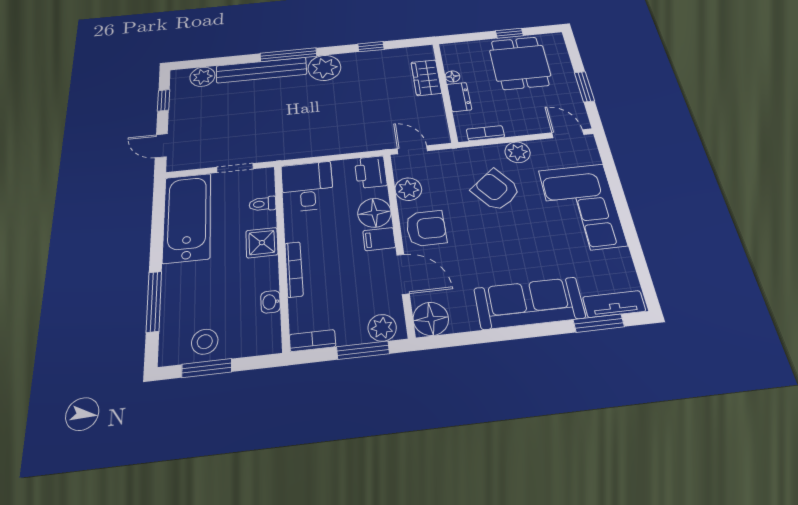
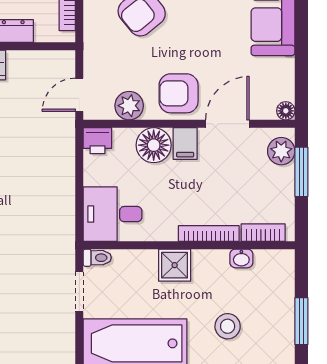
printer: (371, 172) -> (97, 141), width x0.73, depth x0.81
toilet: (262, 204) -> (97, 258), moved, turned -90
armchair: (426, 228) -> (179, 93), turned -90
floor lamp: (431, 319) -> (286, 111), width x0.53, depth x0.53
bookcase: (312, 341) -> (263, 233), moved, turned 90
stool: (205, 342) -> (228, 326), moved

